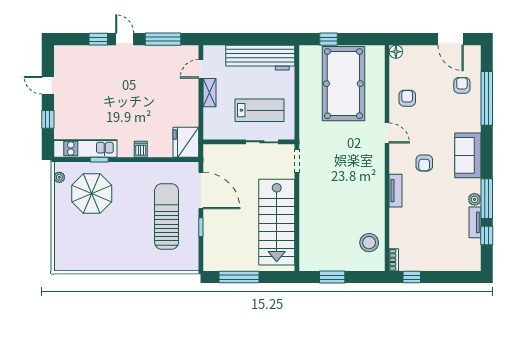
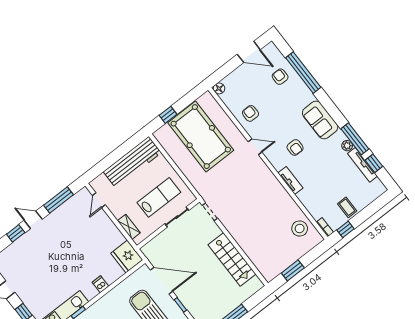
shelving: (209, 93) -> (129, 227), moved
stairs: (277, 222) -> (232, 259), width x0.73, depth x0.66
tv unit: (475, 222) -> (362, 165), width x1.41
coffee table: (429, 257) -> (347, 207), added

